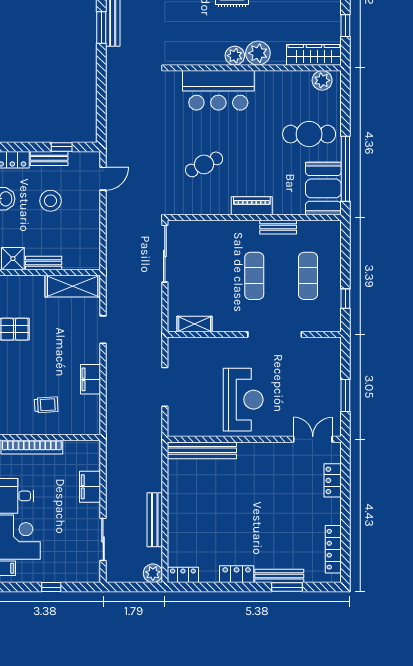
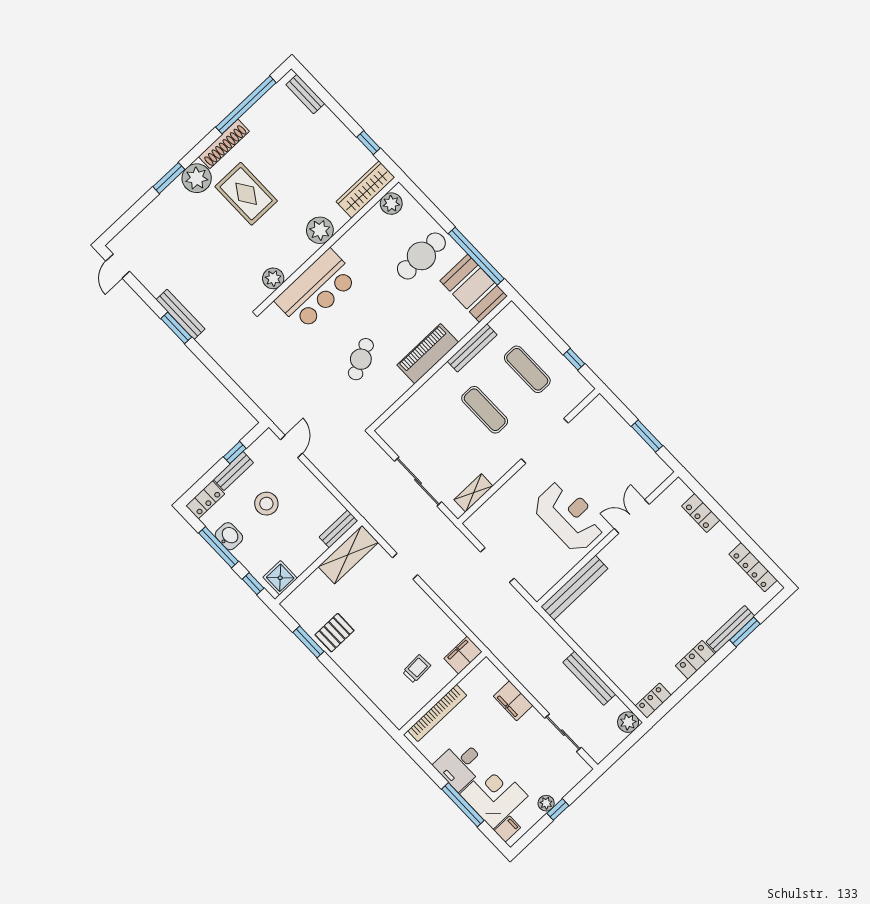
plant: (235, 56) -> (273, 278), moved
piano: (252, 206) -> (428, 354), width x1.37, depth x1.33
bench: (278, 227) -> (472, 348), width x1.36
sliding door: (165, 254) -> (418, 482), moved
bench: (44, 263) -> (339, 529), moved
filing cabinet: (90, 379) -> (463, 655), moved, turned 90
double door: (313, 439) -> (632, 516), moved
plant: (47, 575) -> (546, 803), added

